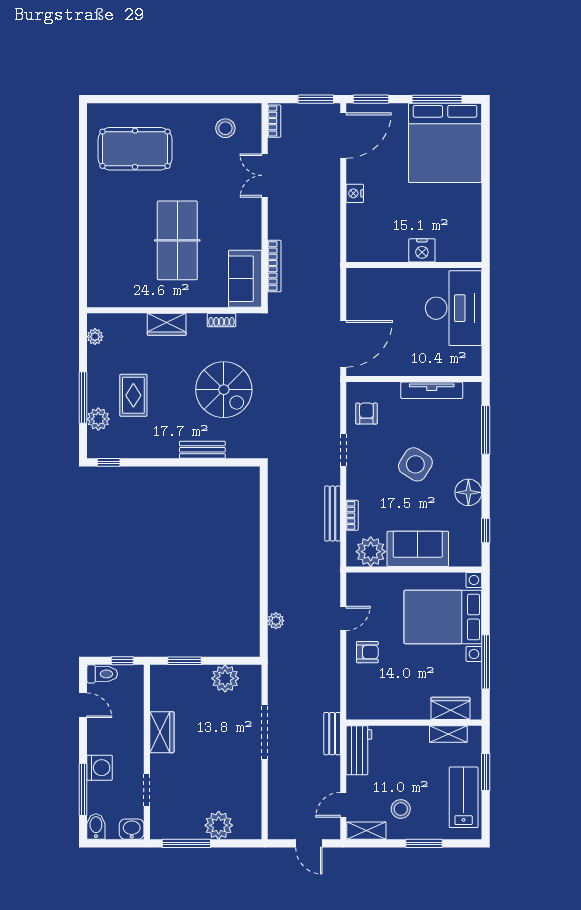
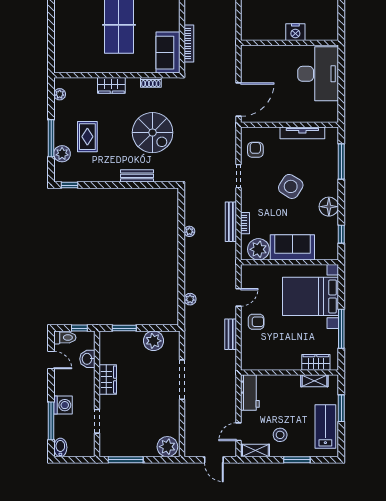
plant: (275, 527) -> (189, 231), added
bench: (332, 734) -> (231, 334), moved
plant: (219, 825) -> (167, 447), moved
washbasin: (132, 829) -> (87, 359), moved, turned -90

